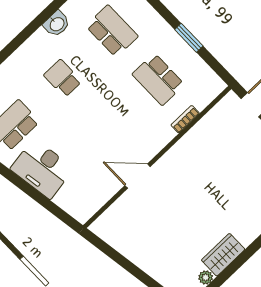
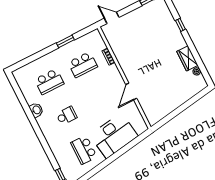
school desk: (112, 31) -> (49, 82), turned 180
school desk: (63, 78) -> (67, 116), turned 180
desk: (42, 169) -> (114, 136), width x1.36, depth x1.30

